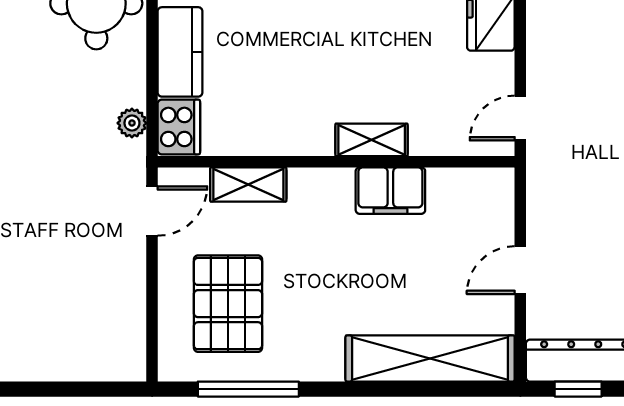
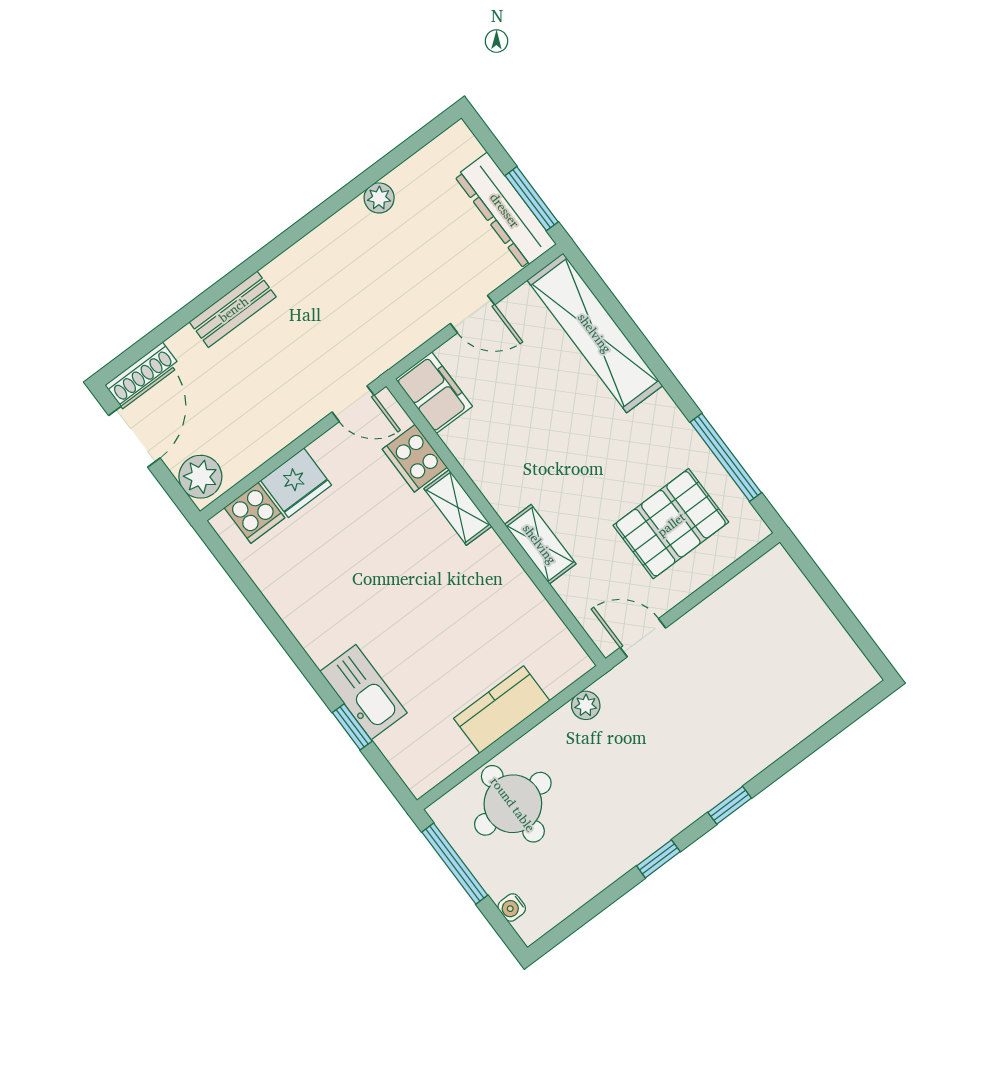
cooker: (179, 127) -> (415, 458), moved, turned -90
shelving: (248, 185) -> (540, 544), moved
filing cabinet: (390, 191) -> (434, 393), moved
window: (578, 389) -> (532, 199), width x1.50

